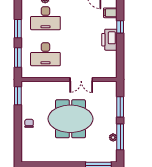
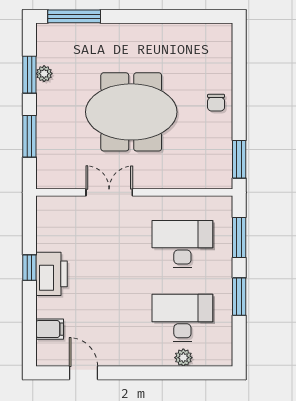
window: (120, 27) -> (29, 268), moved
window: (120, 137) -> (29, 75), width x0.69

